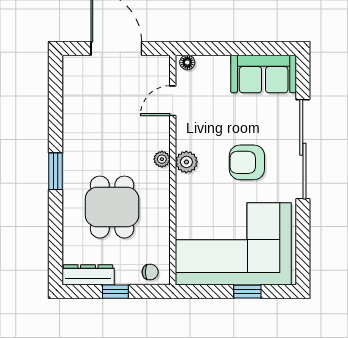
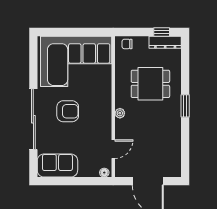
plant: (186, 162) -> (105, 112), removed
dining table: (112, 207) -> (150, 84), turned 90
window: (115, 292) -> (162, 32), moved
window: (247, 292) -> (67, 32), removed

